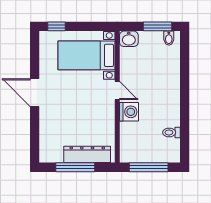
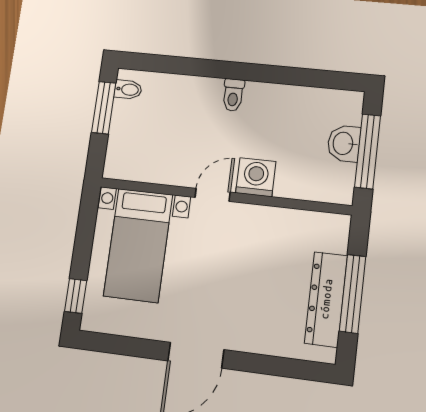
washbasin: (129, 39) -> (344, 143), moved, turned 180
toilet: (171, 132) -> (233, 95), moved
dresser: (87, 154) -> (326, 299), moved

